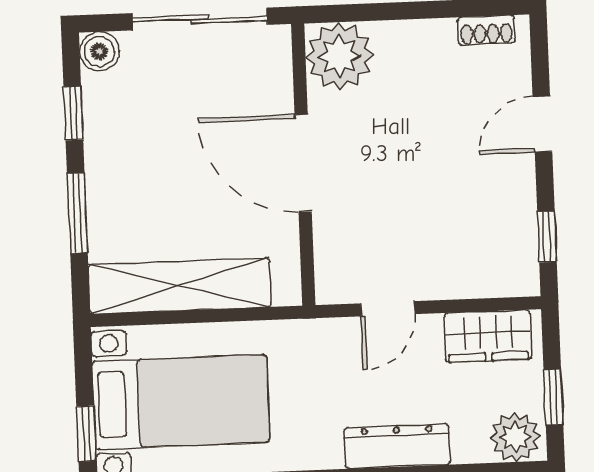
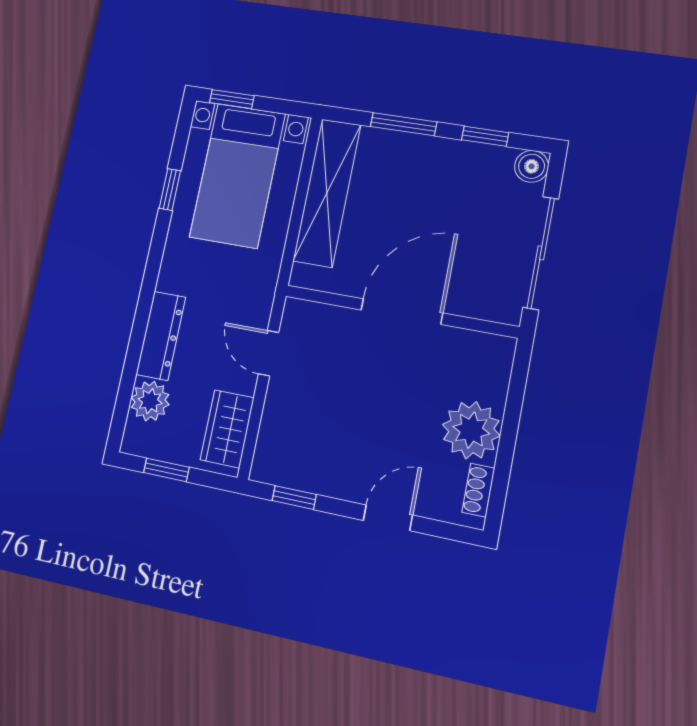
plant: (339, 56) -> (471, 430), moved
door: (542, 124) -> (388, 518), hinge flipped
plant: (515, 437) -> (150, 401), moved

